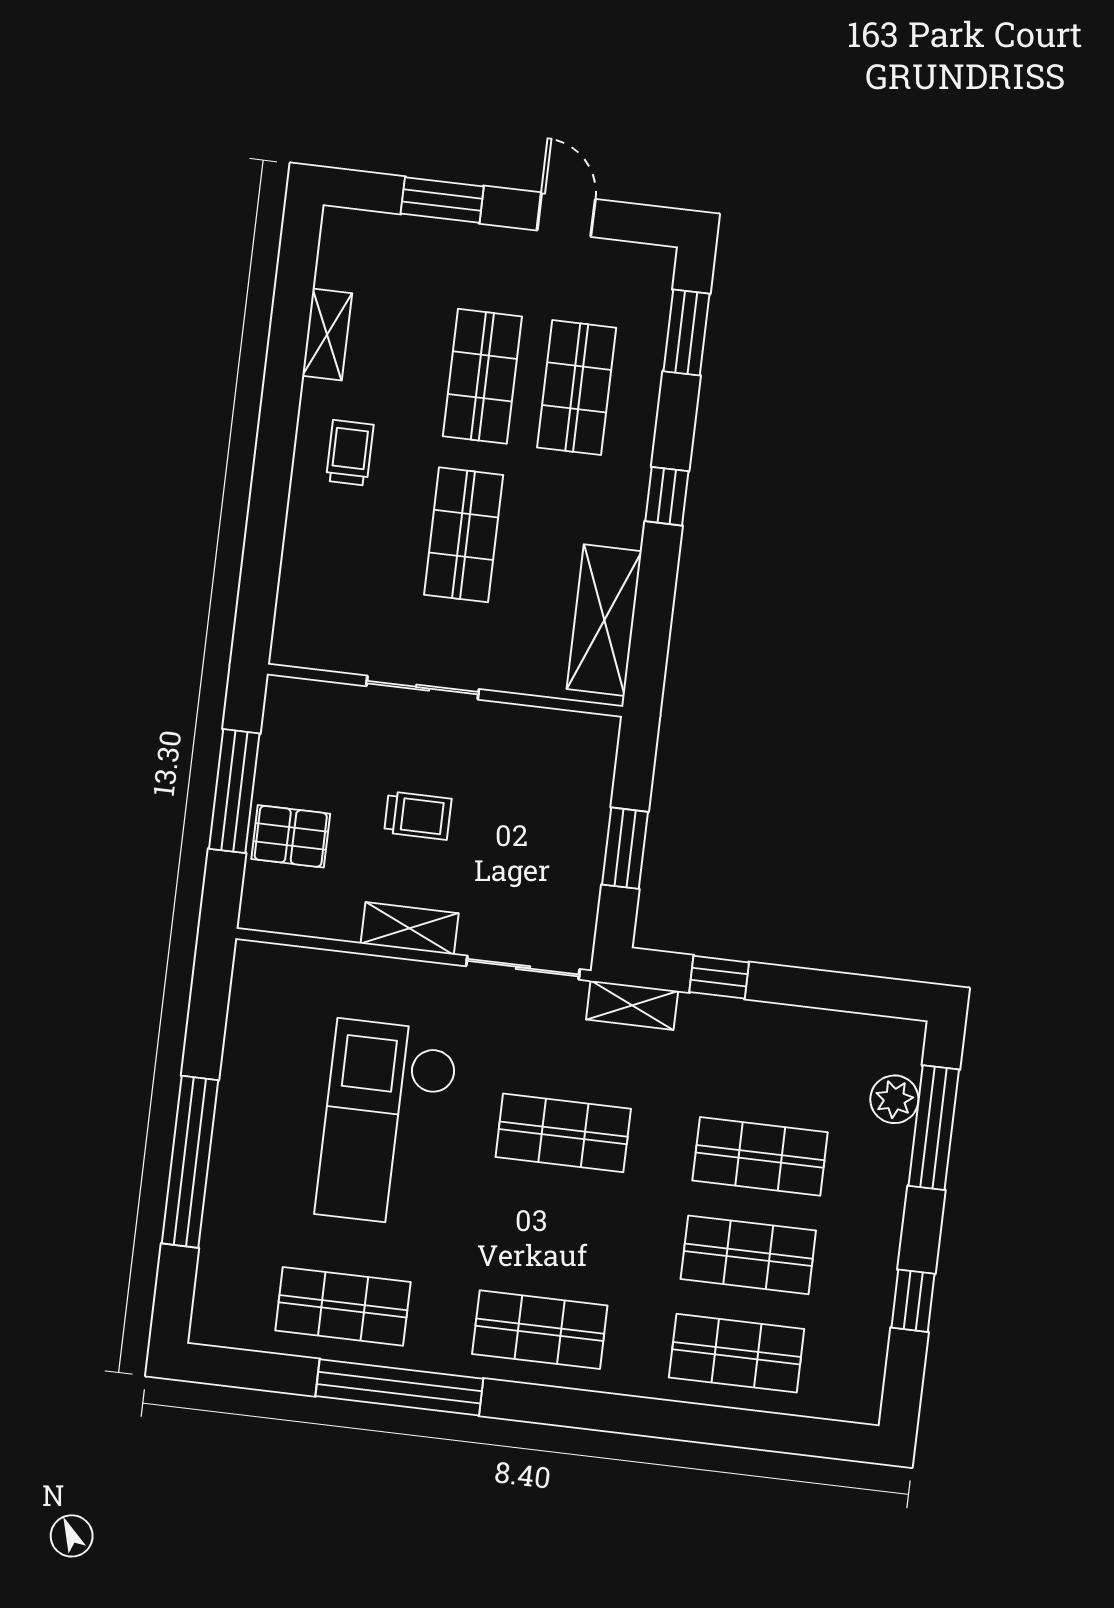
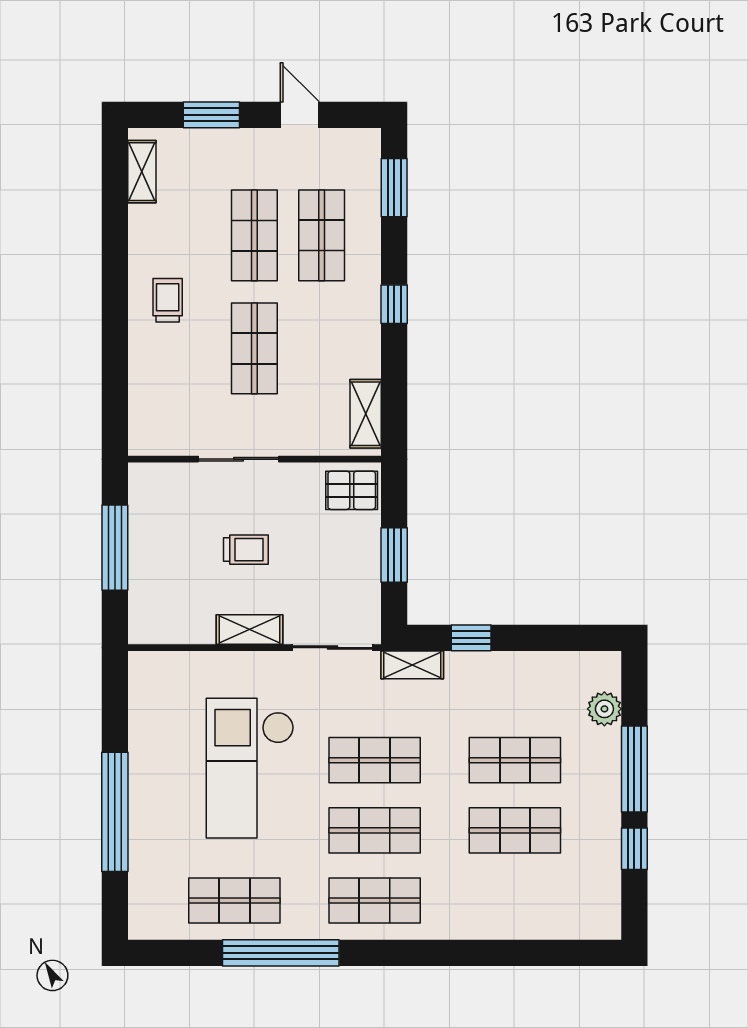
shelving: (327, 335) -> (142, 172), moved
shelving: (604, 620) -> (366, 414), width x0.67, depth x0.75
pallet: (291, 836) -> (352, 490), moved
window: (934, 1128) -> (634, 769), moved
shop shelf: (737, 1353) -> (375, 830), moved

